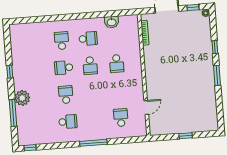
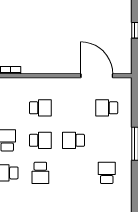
school desk: (66, 95) -> (74, 140), moved
door: (146, 108) -> (97, 76), width x1.88

